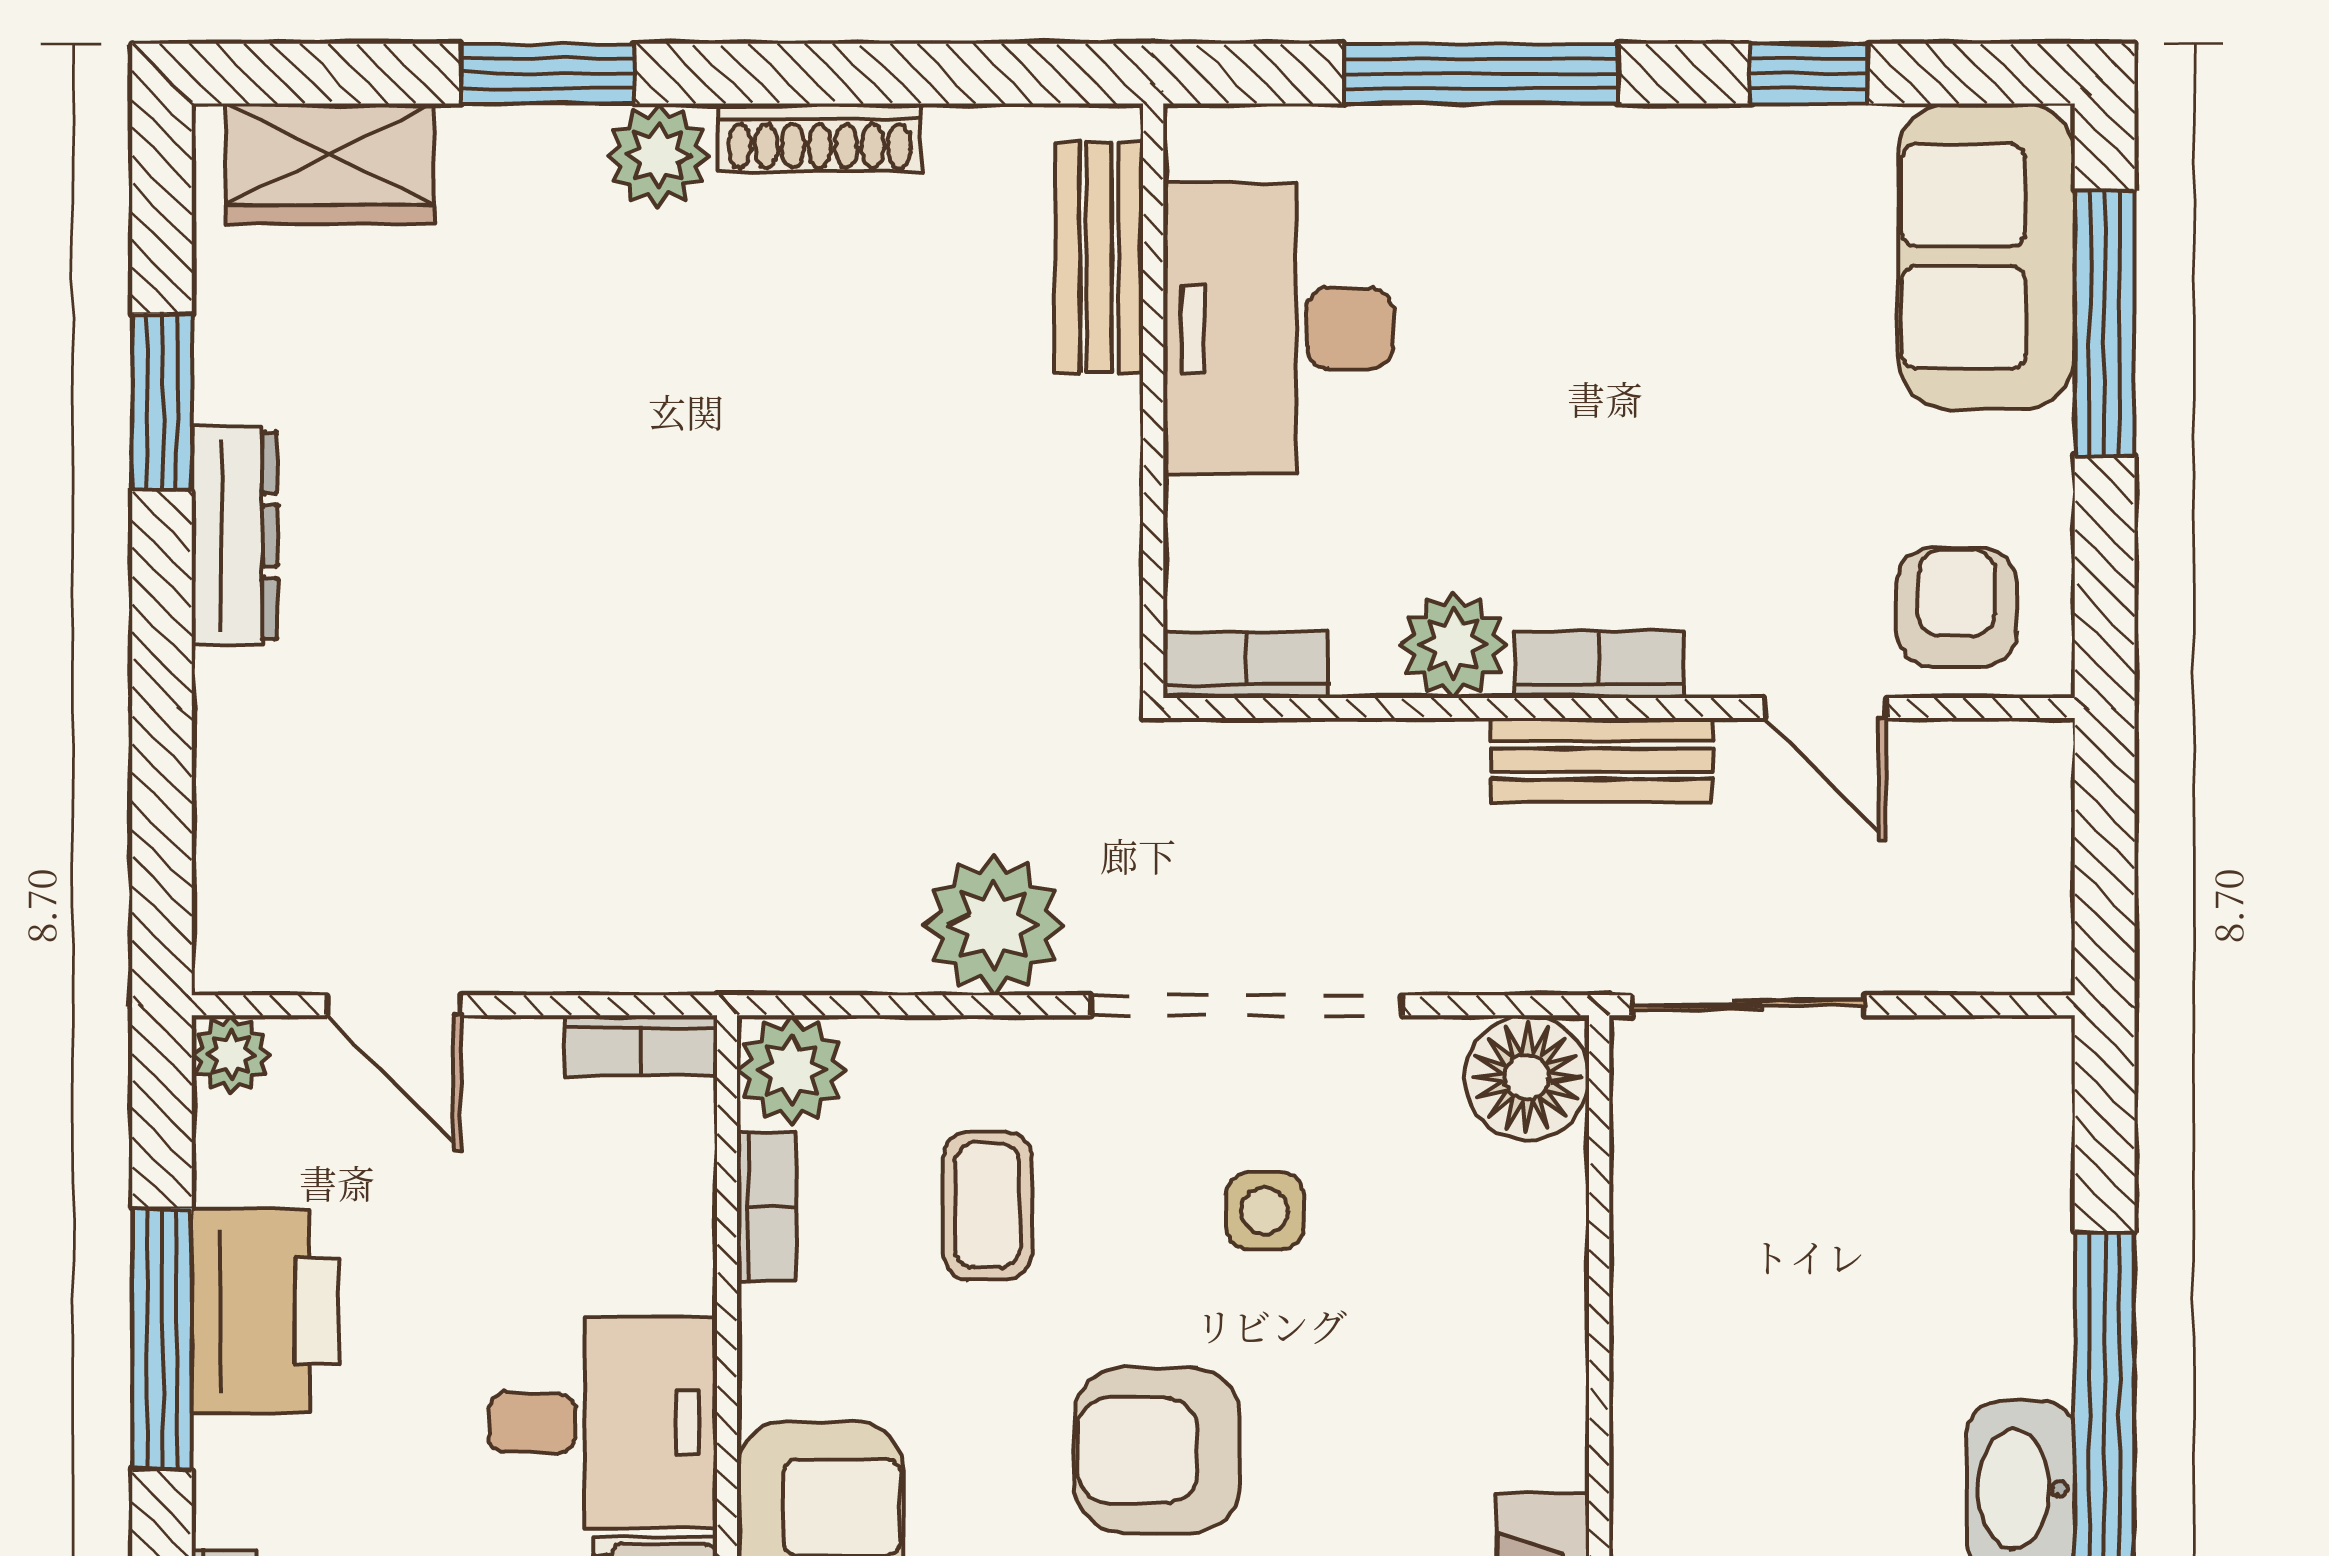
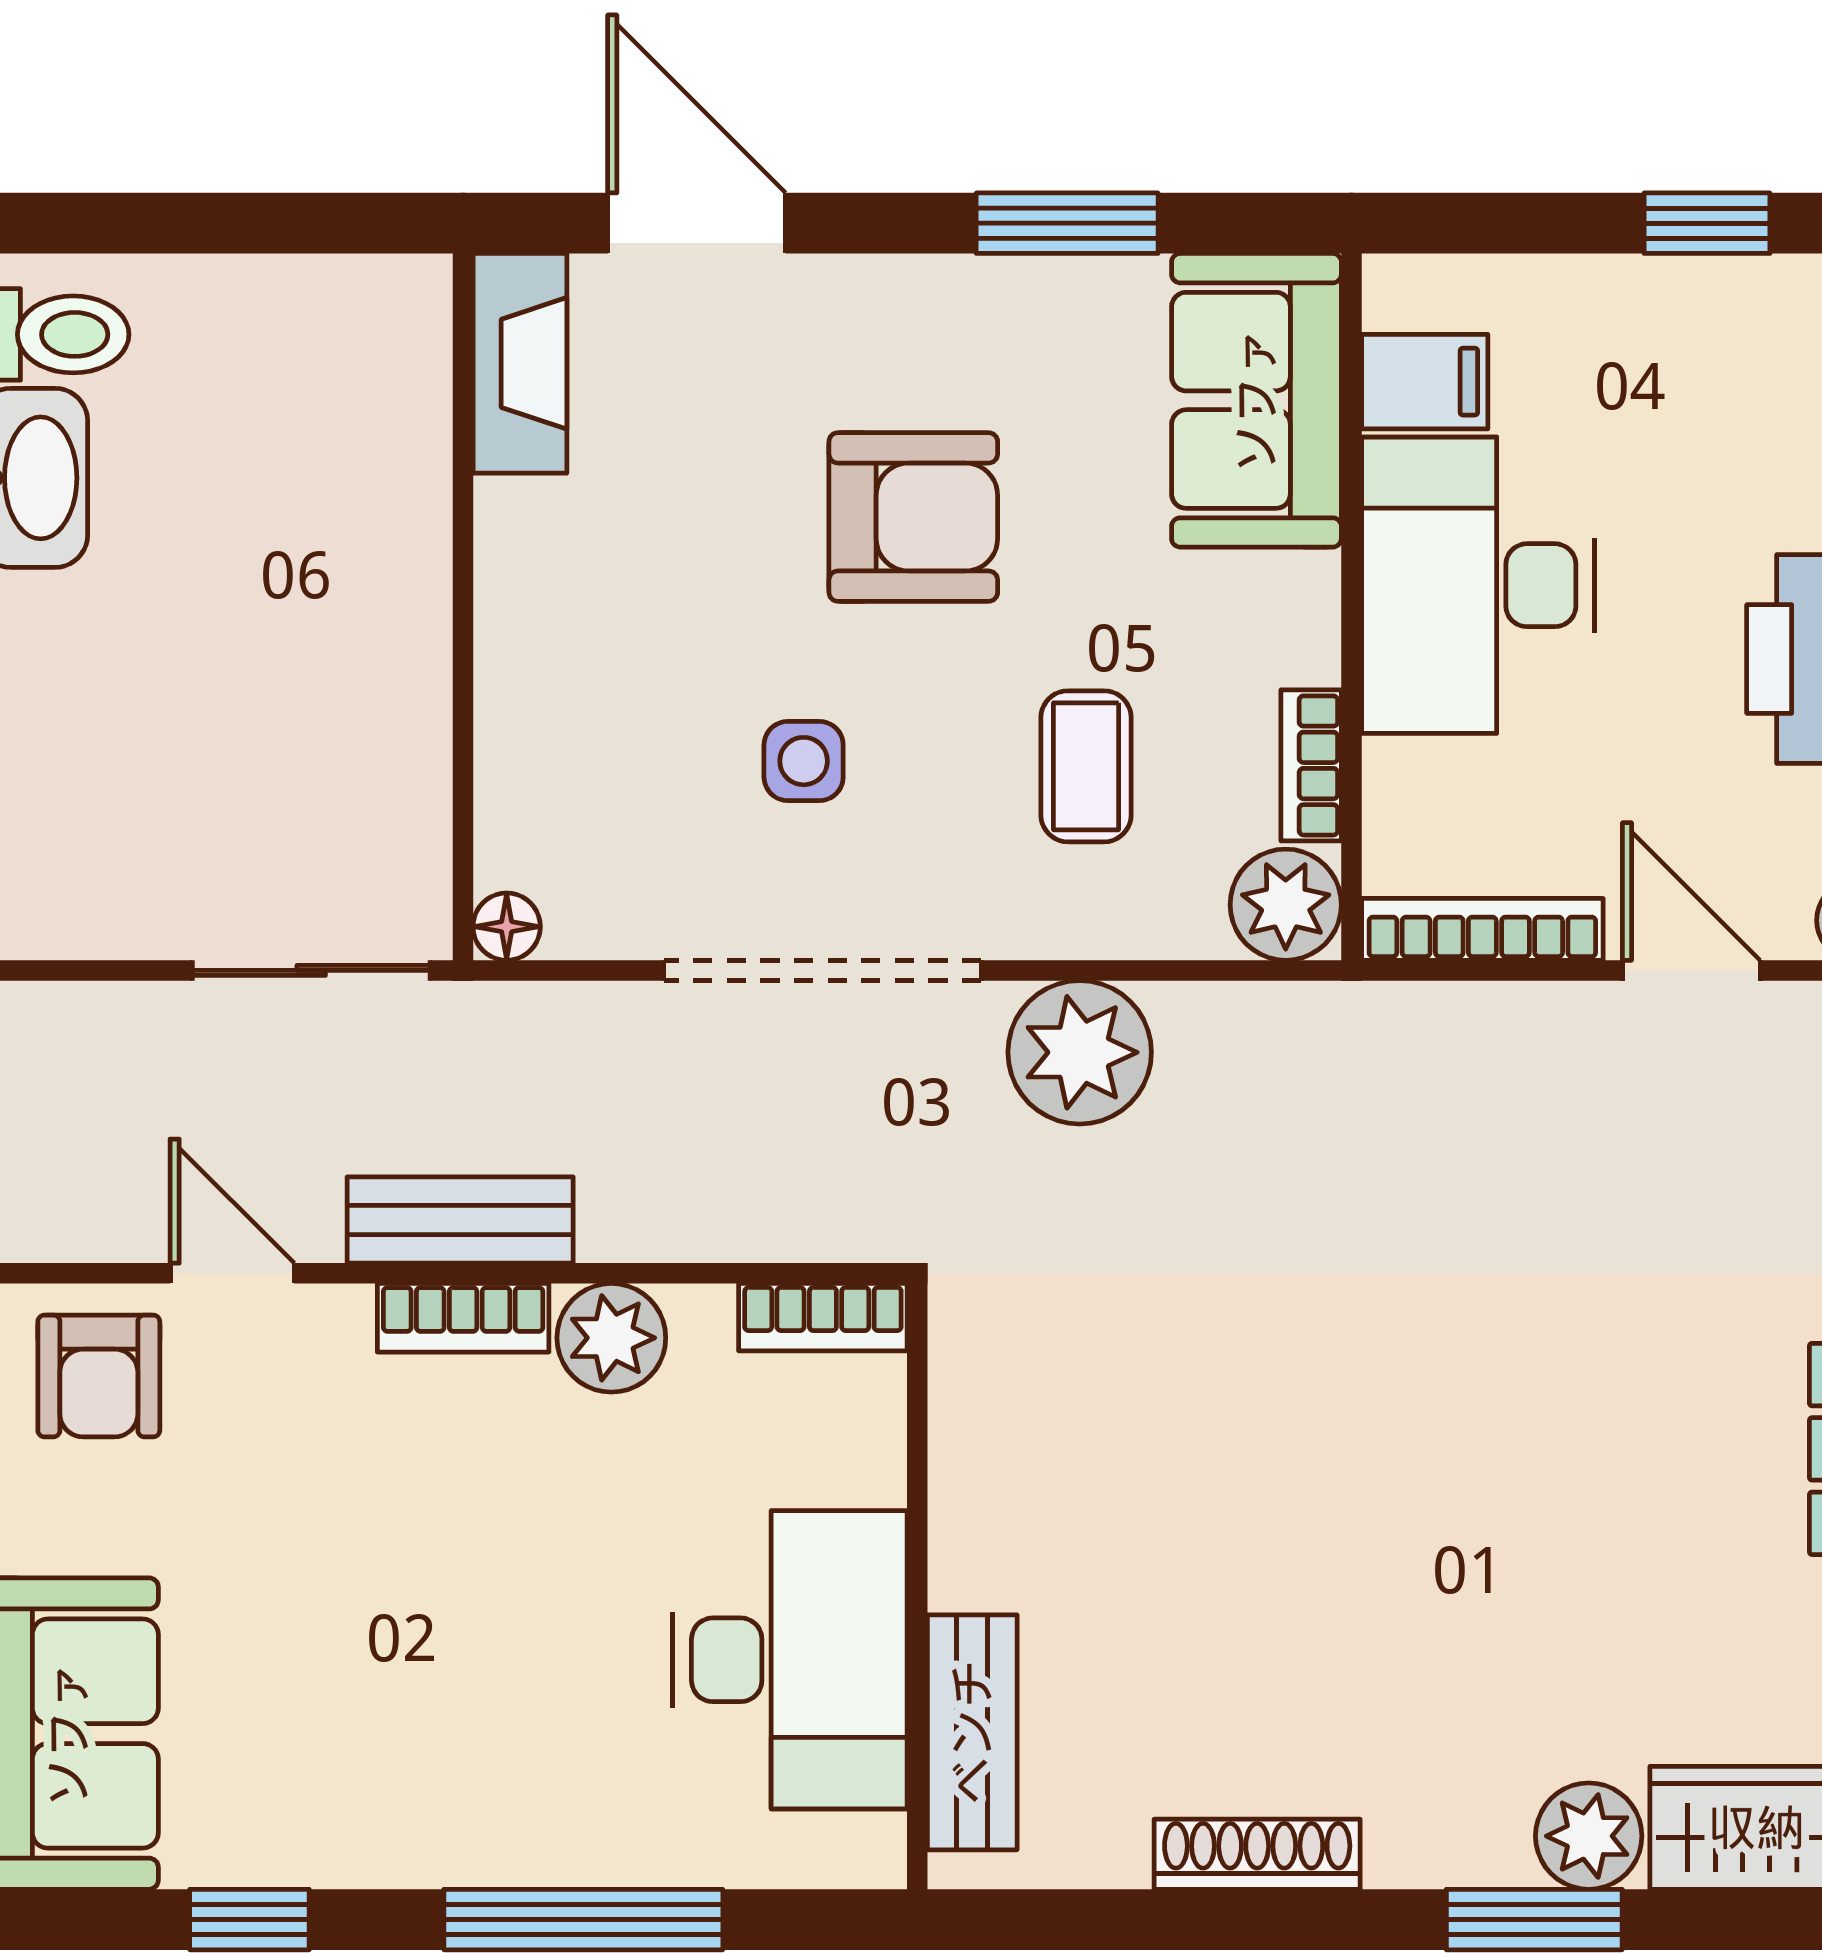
plant: (658, 156) -> (1589, 1836), moved
bookcase: (641, 1046) -> (1482, 929), width x1.56
floor lamp: (1527, 1078) -> (507, 927), width x0.53, depth x0.53
desk: (603, 1423) -> (1478, 585), width x1.37

